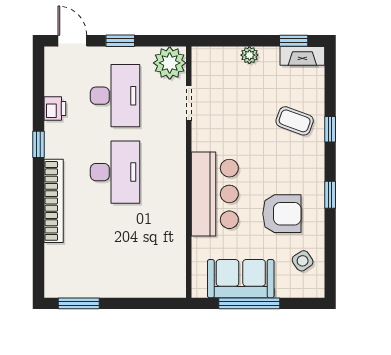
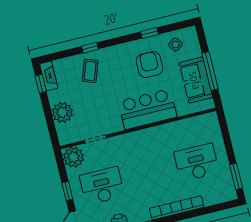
plant: (249, 55) -> (62, 112), width x1.87, depth x1.87
desk: (115, 172) -> (197, 162), moved
window: (330, 195) -> (149, 33), moved

